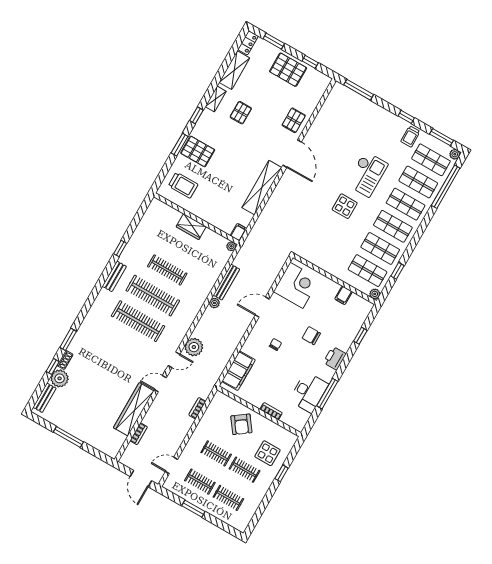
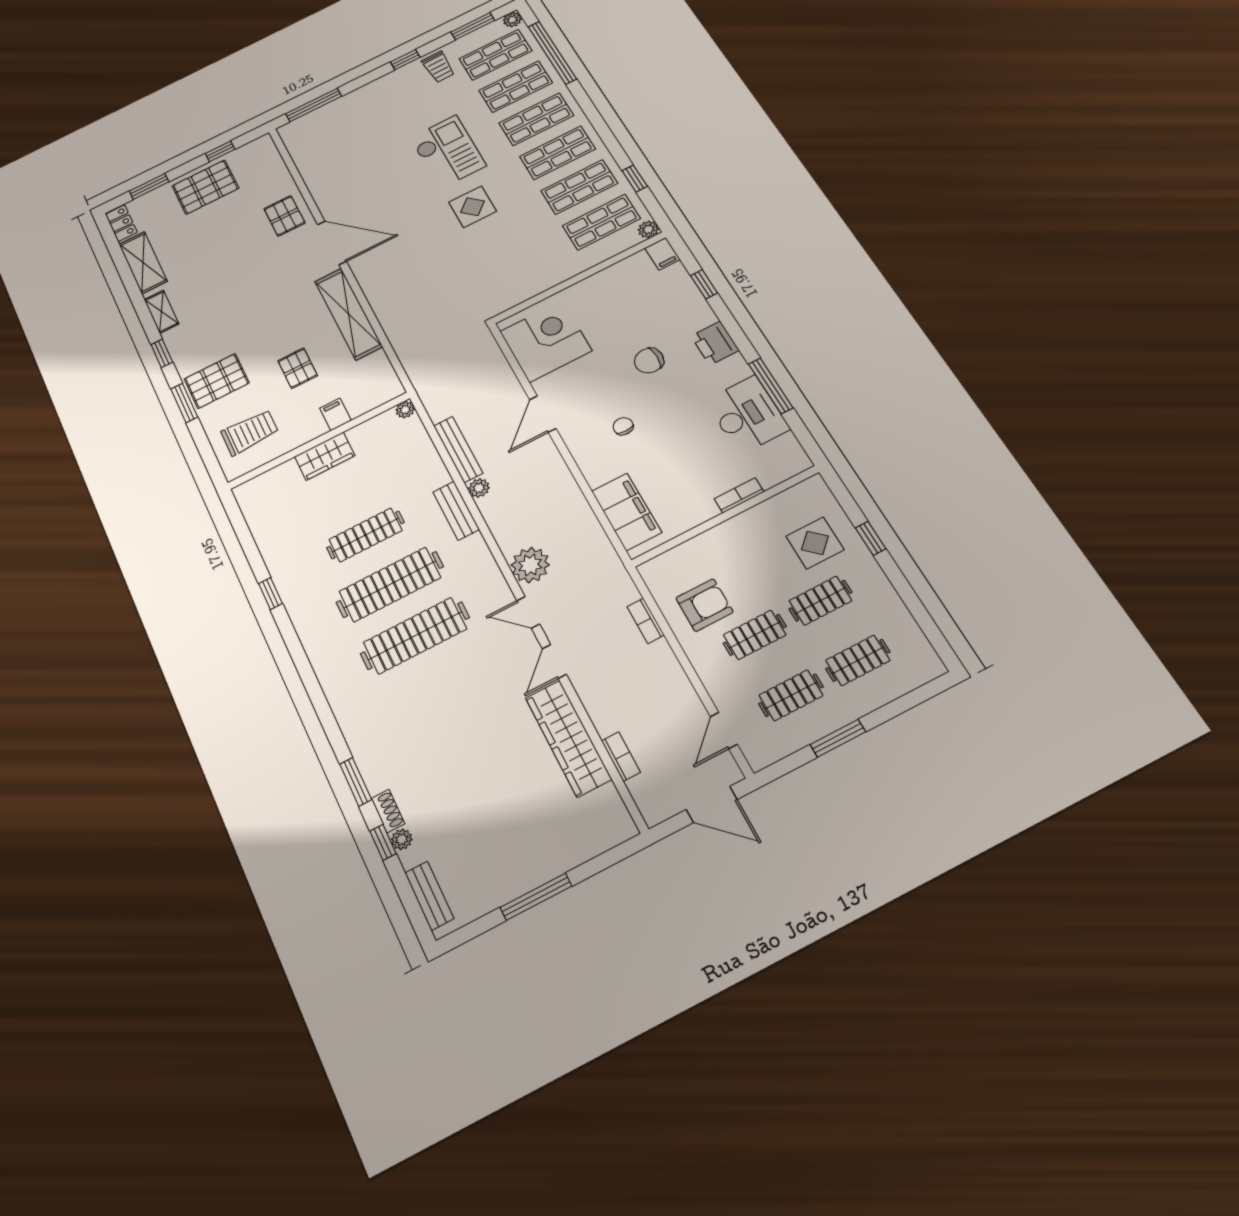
pallet: (241, 113) -> (298, 368), moved
filing cabinet: (238, 232) -> (335, 414), moved
bench: (114, 276) -> (456, 511), moved
filing cabinet: (344, 295) -> (662, 254), moved
door: (174, 360) -> (528, 612), swing flipped
plant: (60, 378) -> (402, 839), width x0.53, depth x0.53
armchair: (241, 424) -> (704, 605), moved, turned -54

